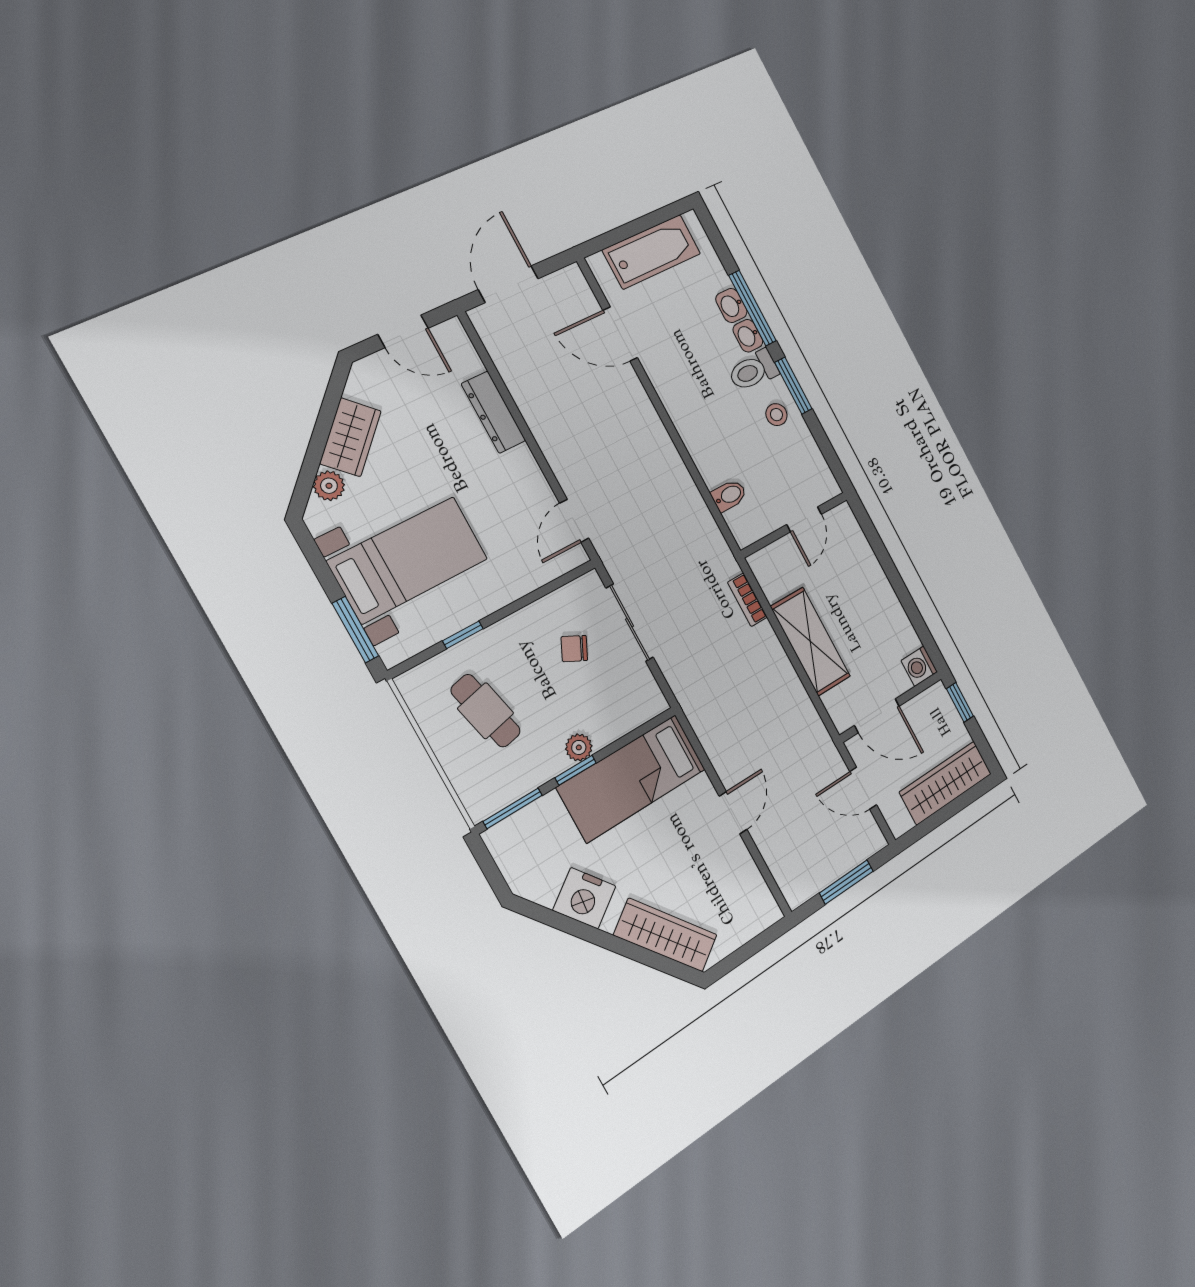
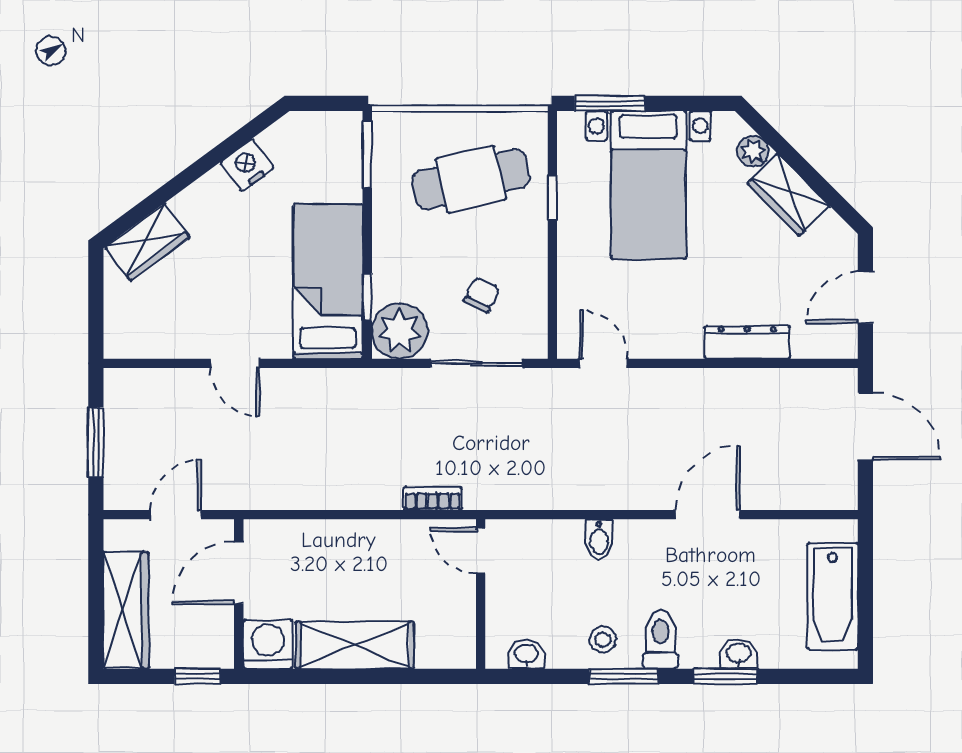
window: (753, 308) -> (725, 676), width x0.69
door: (620, 334) -> (708, 515), moved
washbasin: (748, 336) -> (526, 654), moved
bidet: (729, 495) -> (599, 539), moved
door: (804, 519) -> (481, 551), moved
shelving: (810, 642) -> (355, 645), moved
washing machine: (919, 666) -> (268, 644), width x1.38, depth x1.38
cafe table: (486, 711) -> (471, 179), width x1.37, depth x1.35
plant: (579, 747) -> (400, 331), moved, width x1.87, depth x1.87
window: (576, 770) -> (367, 297), moved
nightstand: (584, 898) -> (247, 165), width x0.74, depth x0.75
wardrobe: (666, 935) -> (148, 242), width x0.67

